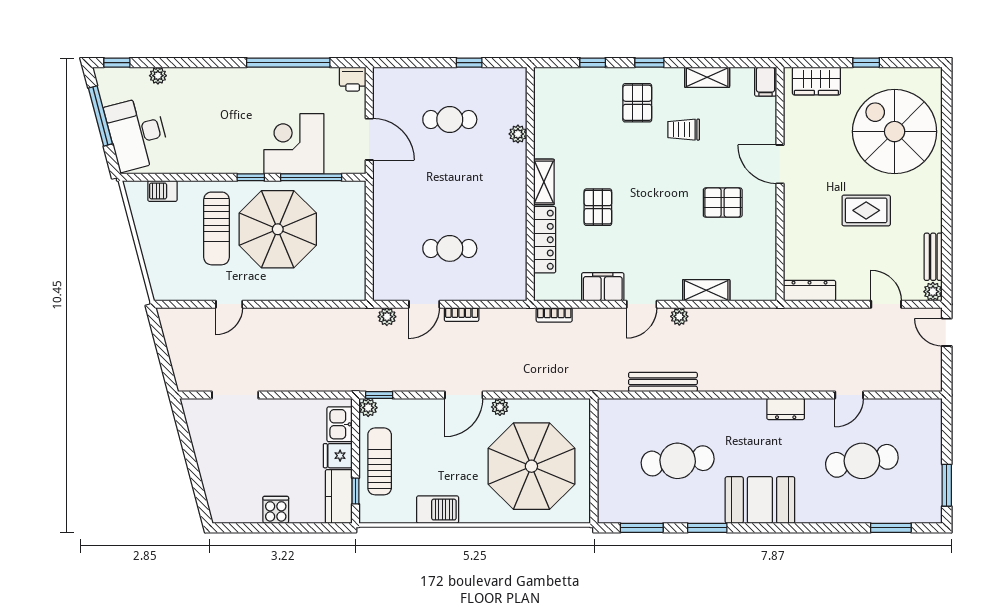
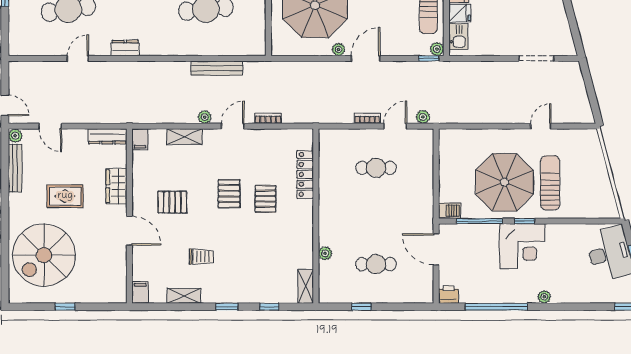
plant: (158, 76) -> (544, 297), moved
wardrobe: (816, 81) -> (117, 186), moved, turned -90
pallet: (637, 103) -> (229, 194), moved
spiral stairs: (895, 132) -> (44, 255), turned 90
corner desk: (294, 144) -> (522, 246), moved
shelving: (544, 182) -> (306, 286), moved
barbecue: (162, 191) -> (450, 211), moved
bench: (933, 257) -> (15, 168), width x1.36
filing cabinet: (603, 287) -> (140, 139), moved, width x0.50
bookcase: (554, 315) -> (268, 118), moved

